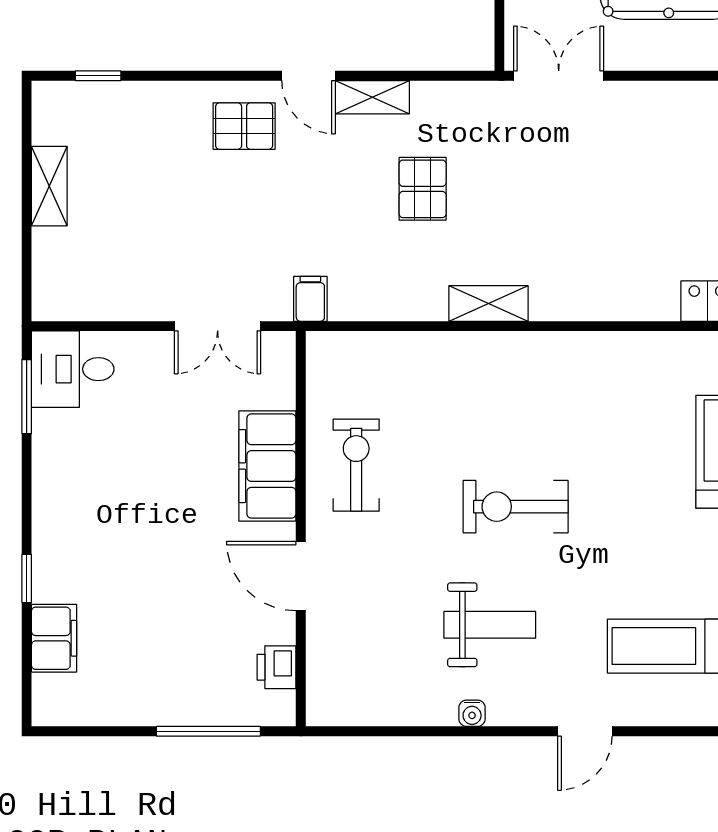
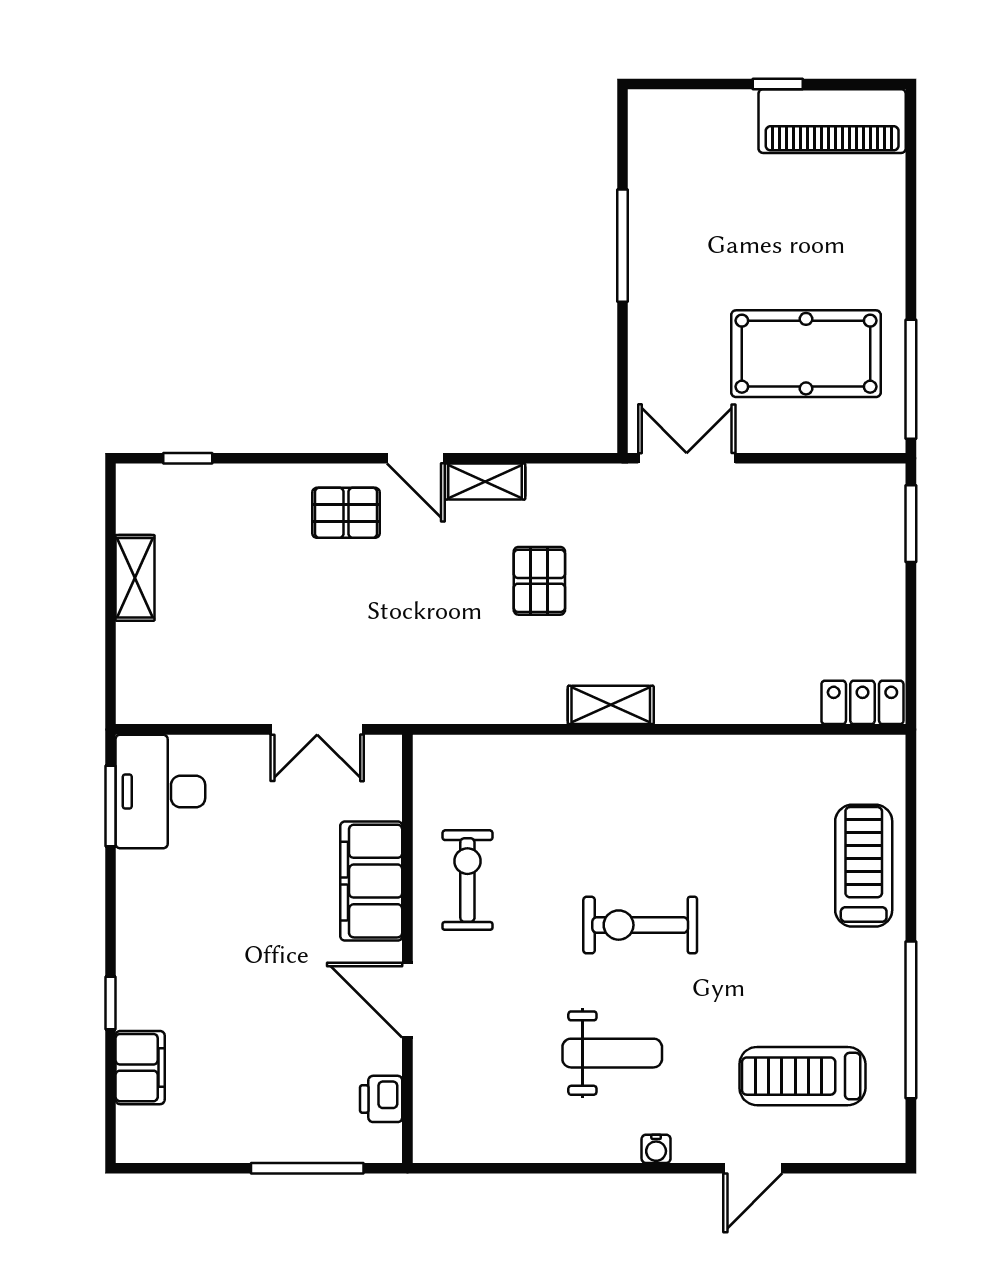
filing cabinet: (310, 299) -> (418, 700), removed
desk: (73, 369) -> (160, 792), width x1.37
water cooler: (472, 713) -> (656, 1149), moved
door: (585, 731) -> (753, 1168), moved

